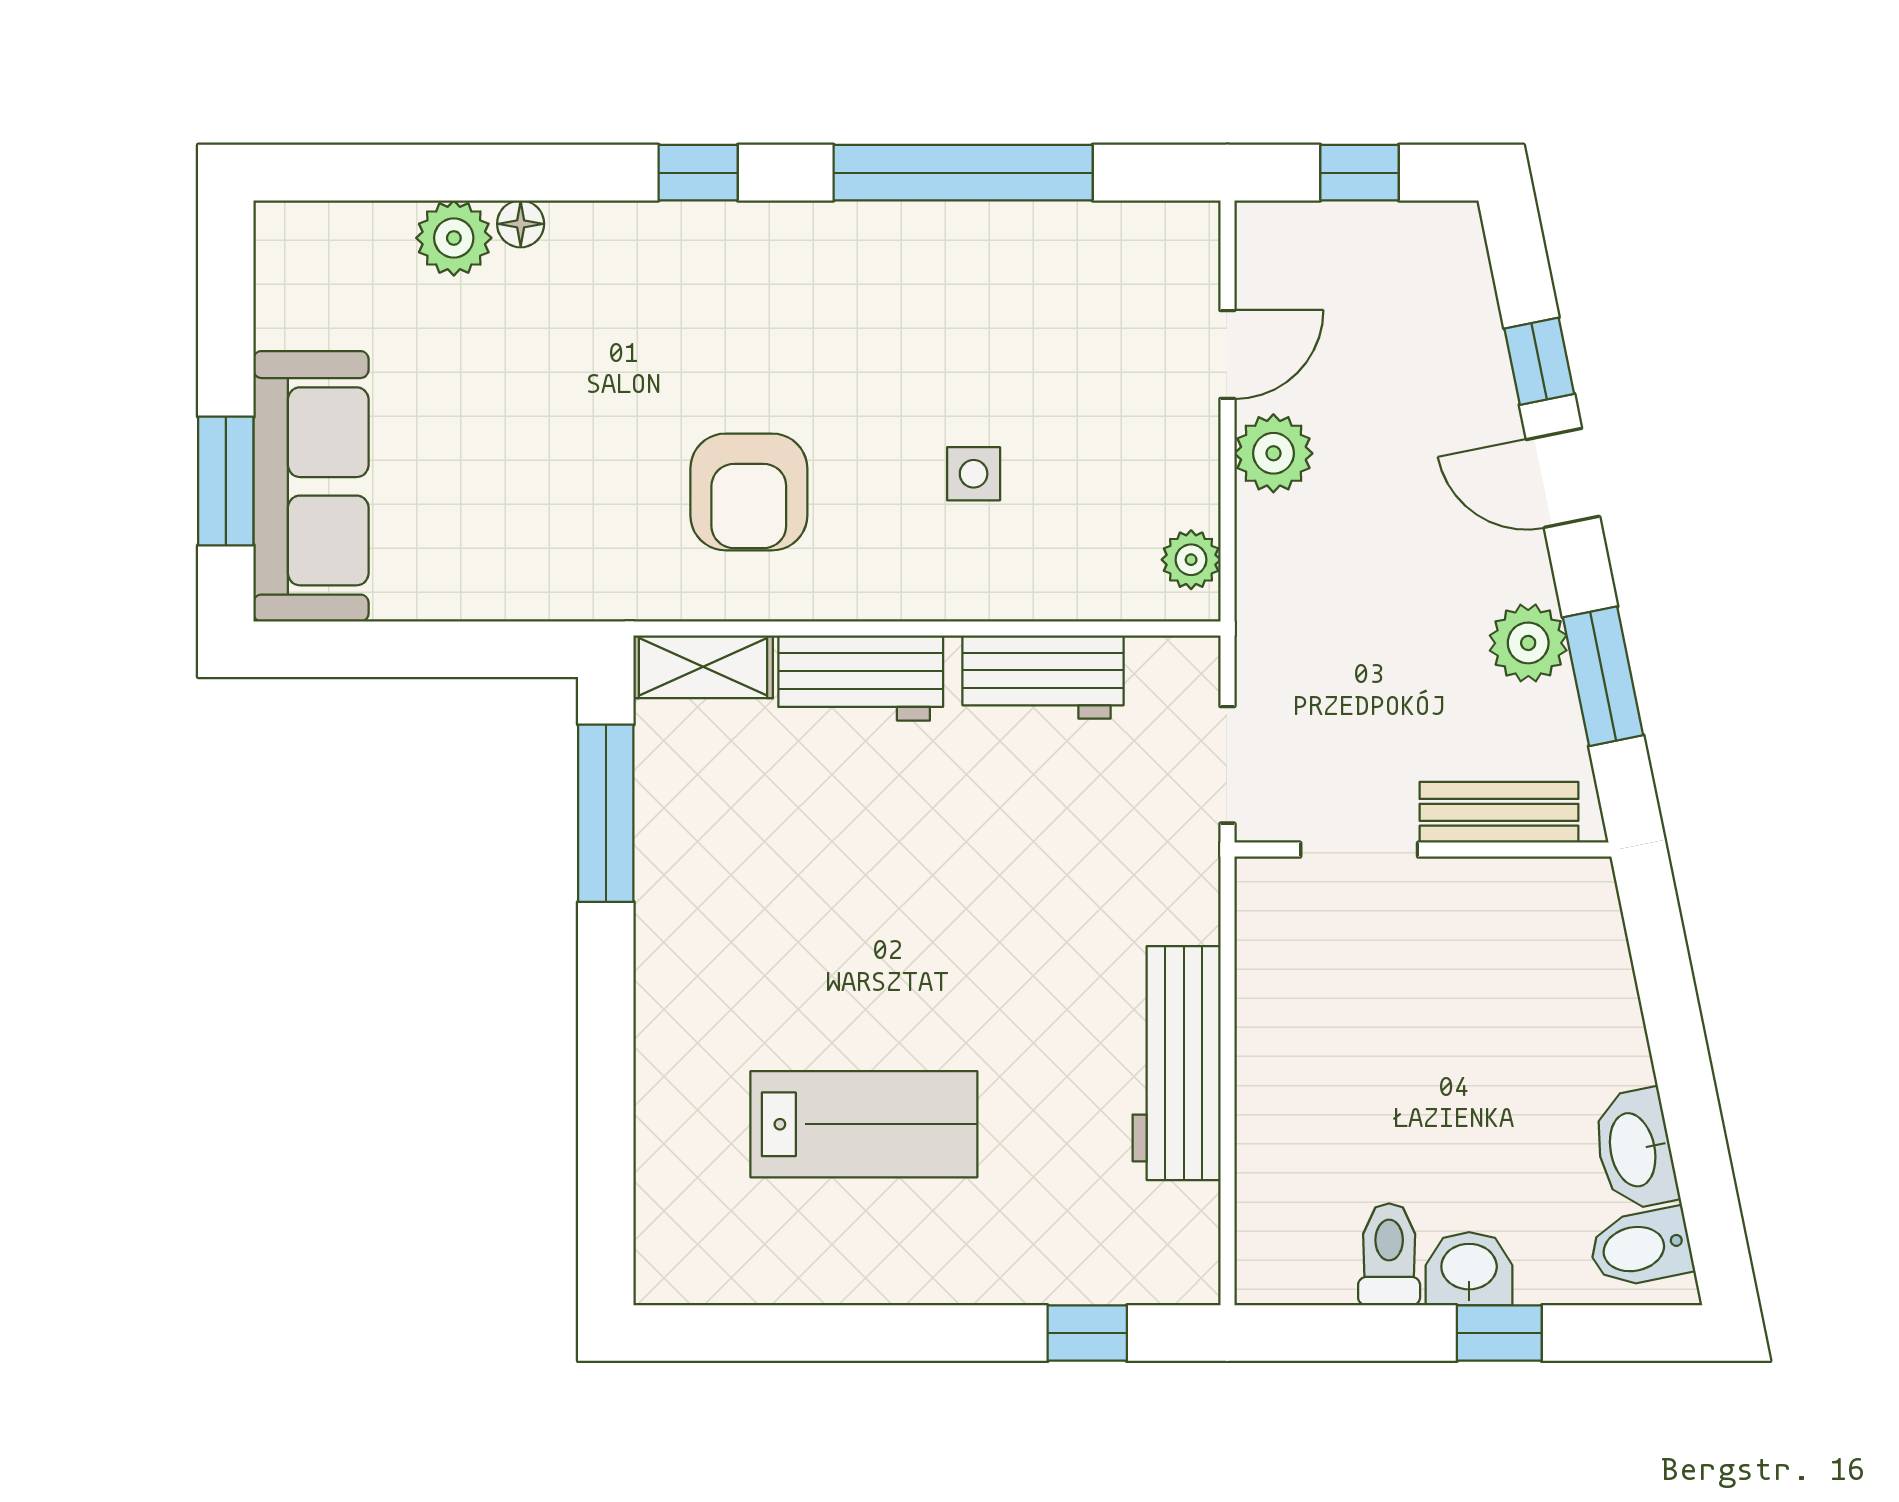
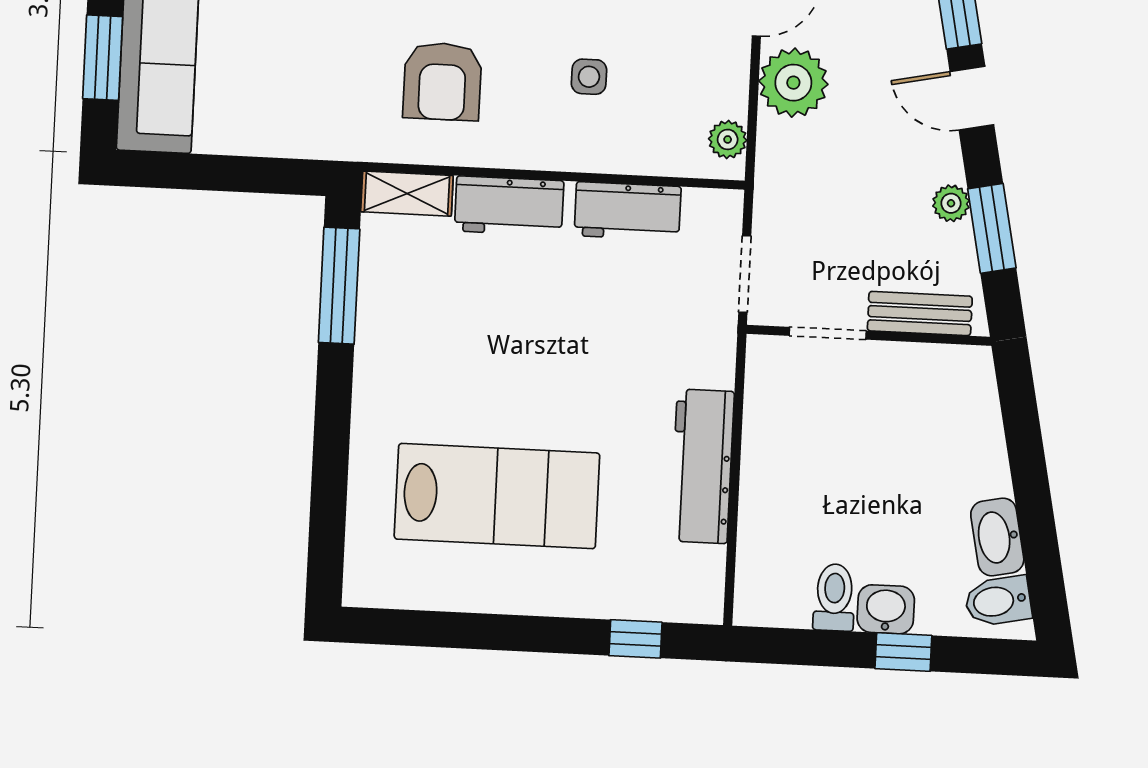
plant: (1273, 453) -> (793, 83), width x1.36, depth x1.36
plant: (1528, 643) -> (951, 203), width x0.73, depth x0.73
lab bench: (864, 1124) -> (497, 496), width x1.36, depth x1.39

